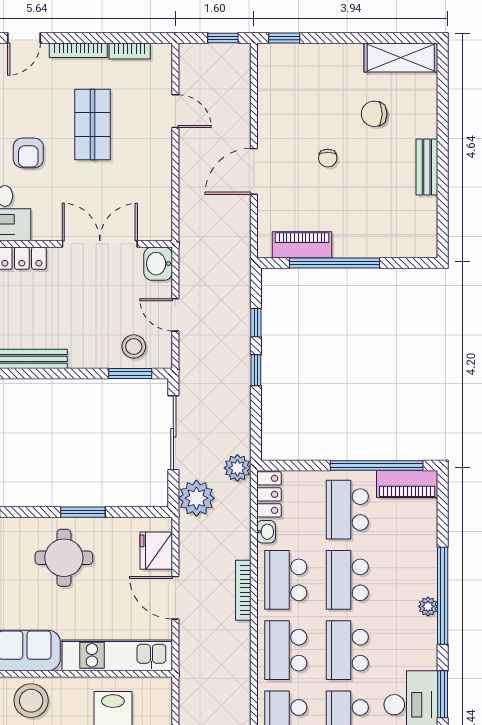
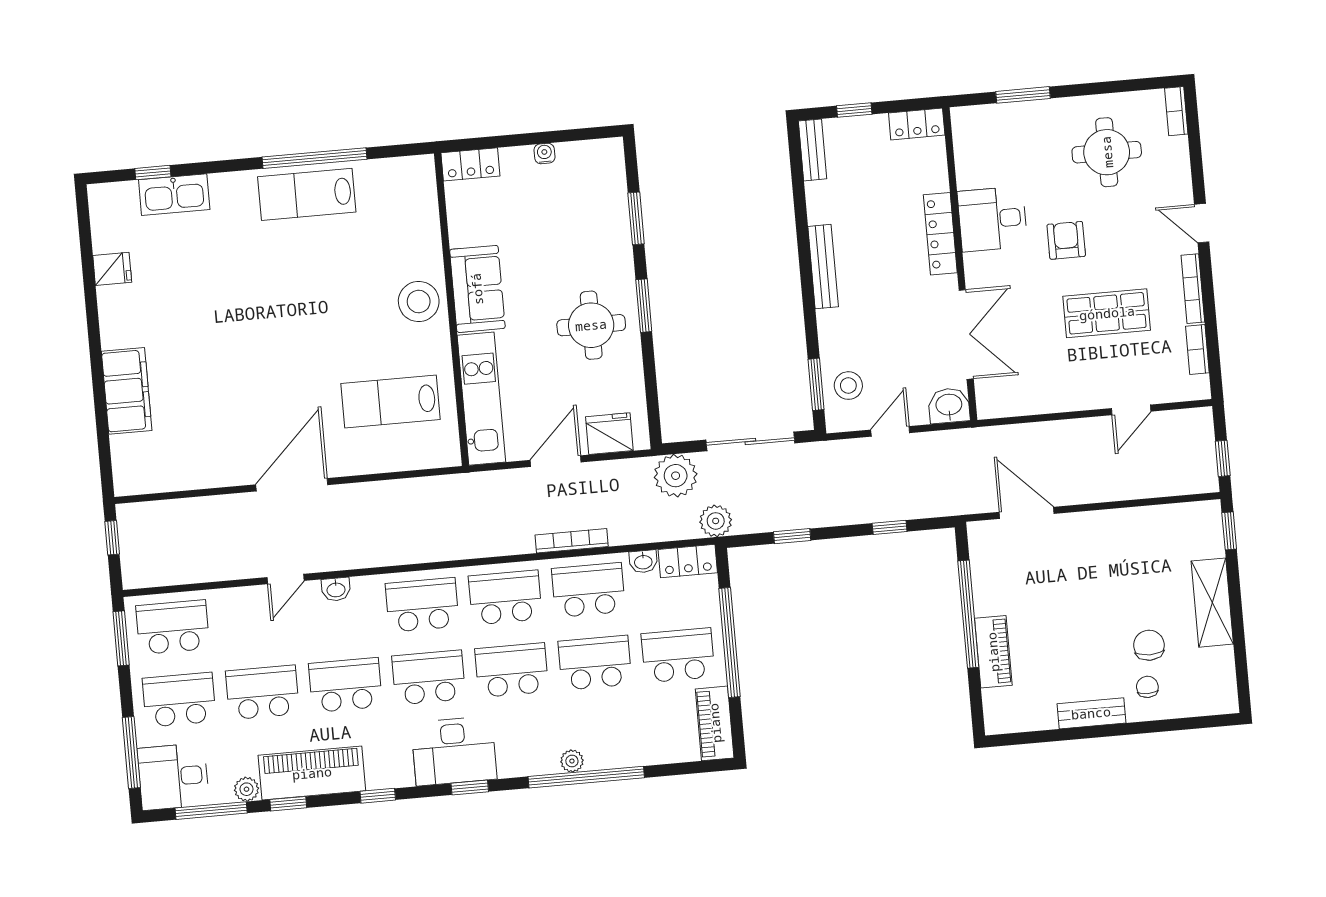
shelving: (401, 57) -> (1212, 603), moved
armchair: (28, 153) -> (1066, 240), turned 90
chair: (328, 158) -> (1147, 687), moved, turned 90
door: (254, 171) -> (1027, 513), moved
piano: (302, 245) -> (993, 652), moved
window: (256, 370) -> (792, 536), moved
window: (377, 465) -> (730, 643), moved
window: (83, 512) -> (644, 306), moved
window: (443, 694) -> (470, 787), width x0.67

